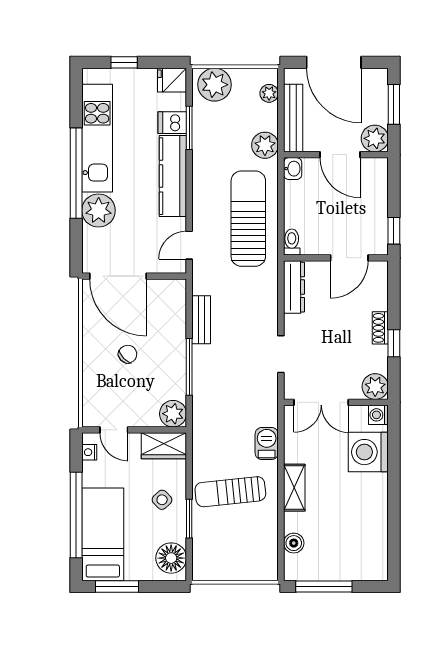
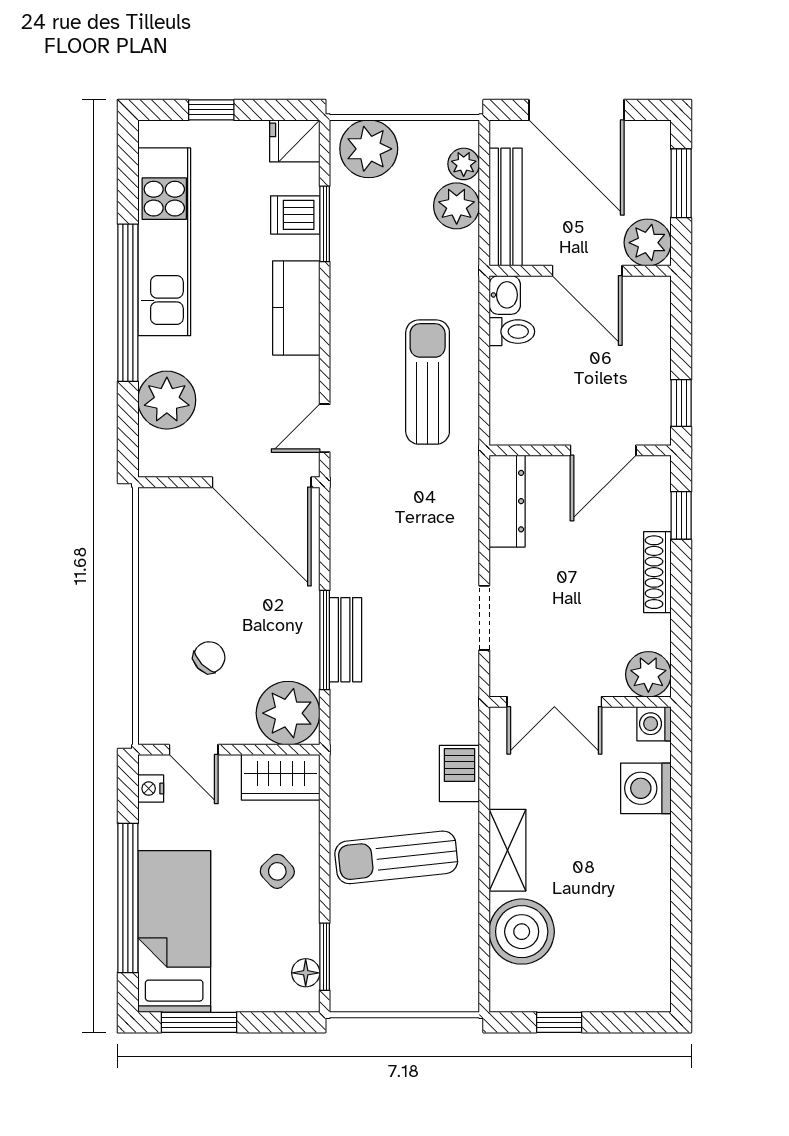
plant: (265, 145) -> (457, 206), moved
kitchen counter: (173, 176) -> (296, 308), width x0.67
plant: (99, 211) -> (167, 400), moved
sun lounger: (248, 219) -> (428, 382), width x0.73, depth x0.75
toilet: (292, 242) -> (512, 332), moved, turned 90
door: (118, 276) -> (262, 482), moved
bench: (201, 320) -> (345, 640), moved
shoe rack: (380, 328) -> (657, 572), width x1.43
window: (394, 343) -> (681, 515), moved
chair: (128, 354) -> (209, 657), moved
plant: (173, 414) -> (288, 713), width x1.36, depth x1.36
washing machine: (368, 452) -> (646, 788), width x0.73, depth x0.73
window: (189, 519) -> (325, 957), moved
boiler: (294, 543) -> (522, 932), width x1.86, depth x1.86
floor lamp: (171, 558) -> (306, 973), width x0.53, depth x0.53
window: (324, 586) -> (559, 1022), width x0.46

